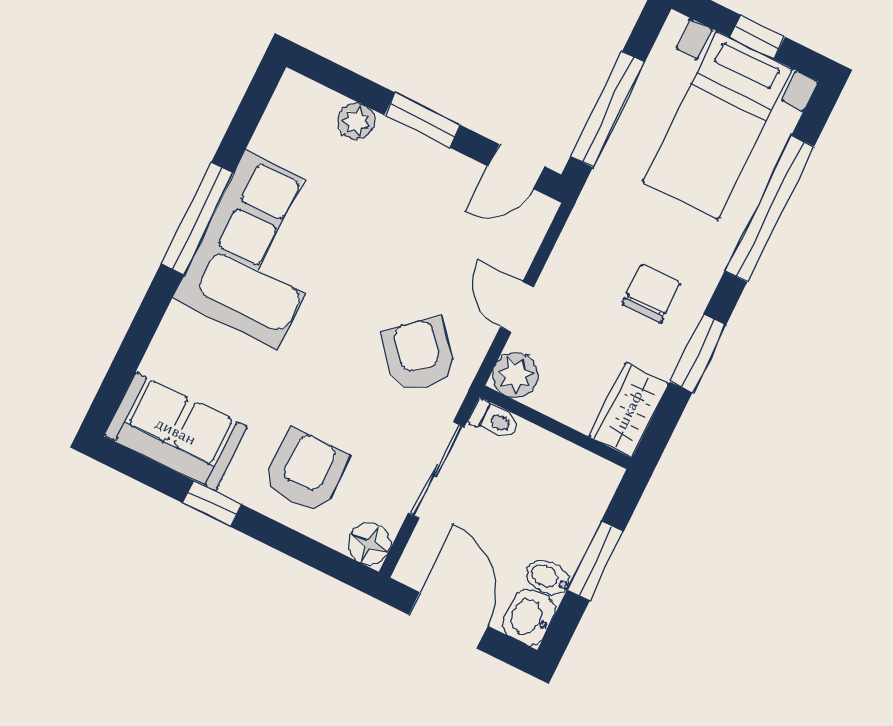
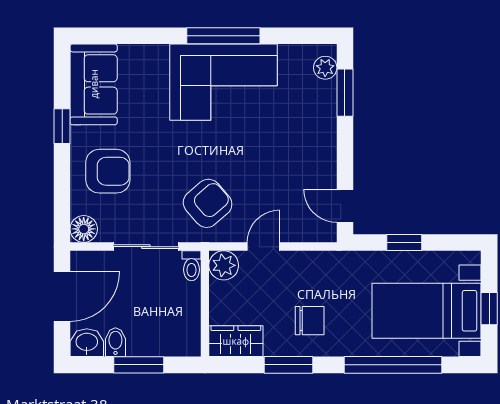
window: (608, 109) -> (404, 242), width x0.46
window: (422, 120) -> (345, 93), moved
plant: (356, 121) -> (325, 68), moved

